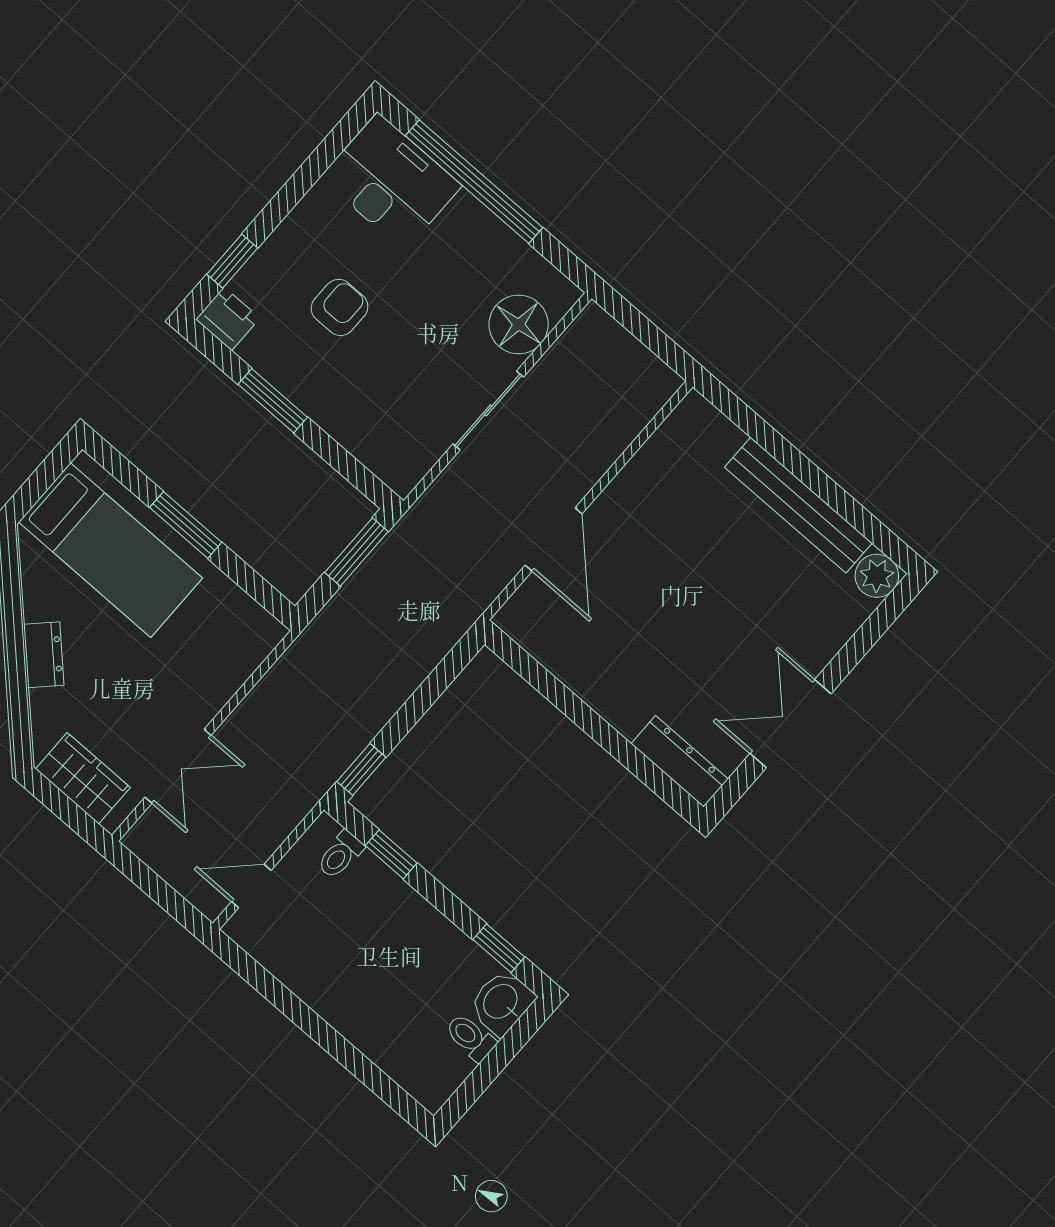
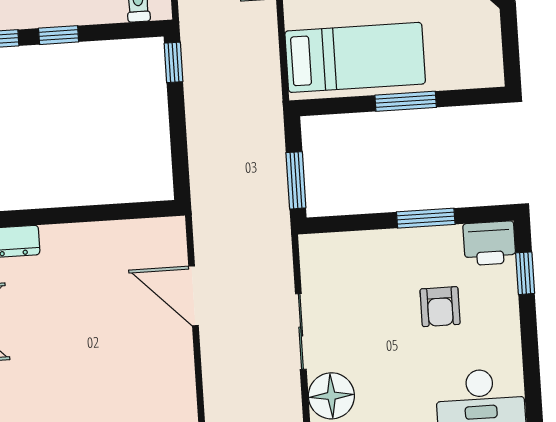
printer: (228, 319) -> (489, 243), width x1.36, depth x1.24
bed: (111, 550) -> (355, 57), moved, turned 180
window: (391, 854) -> (59, 35), moved

